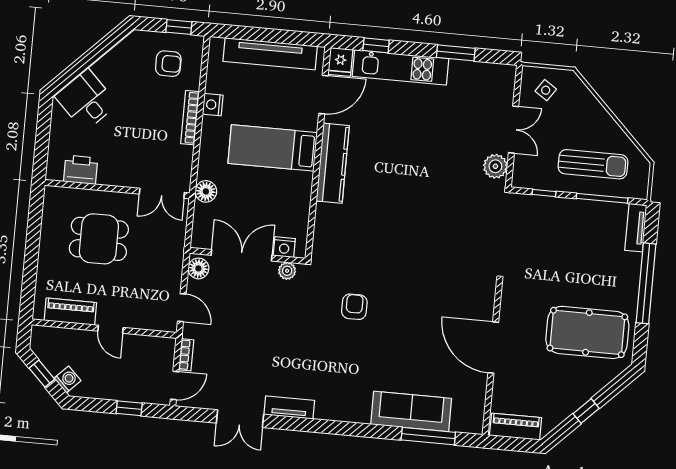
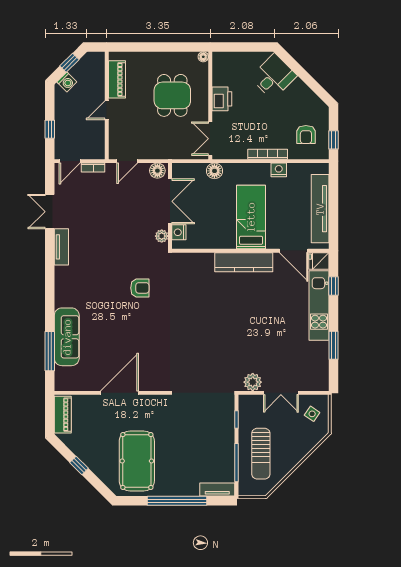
printer: (81, 170) -> (222, 99), moved
floor lamp: (51, 192) -> (203, 57), added
door: (175, 386) -> (70, 161), hinge flipped

